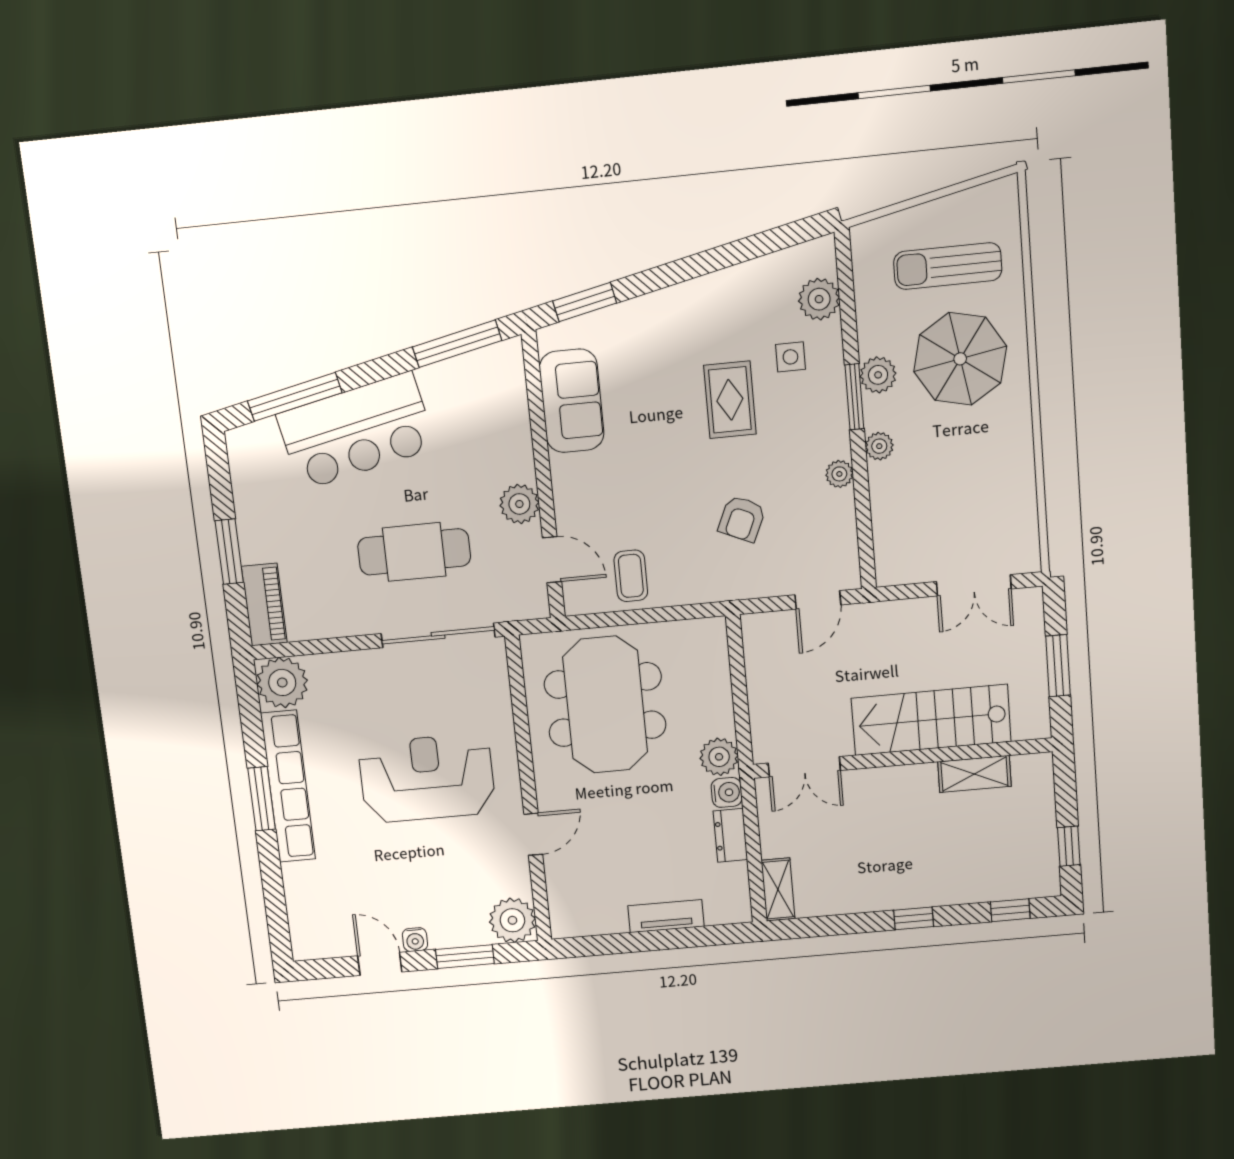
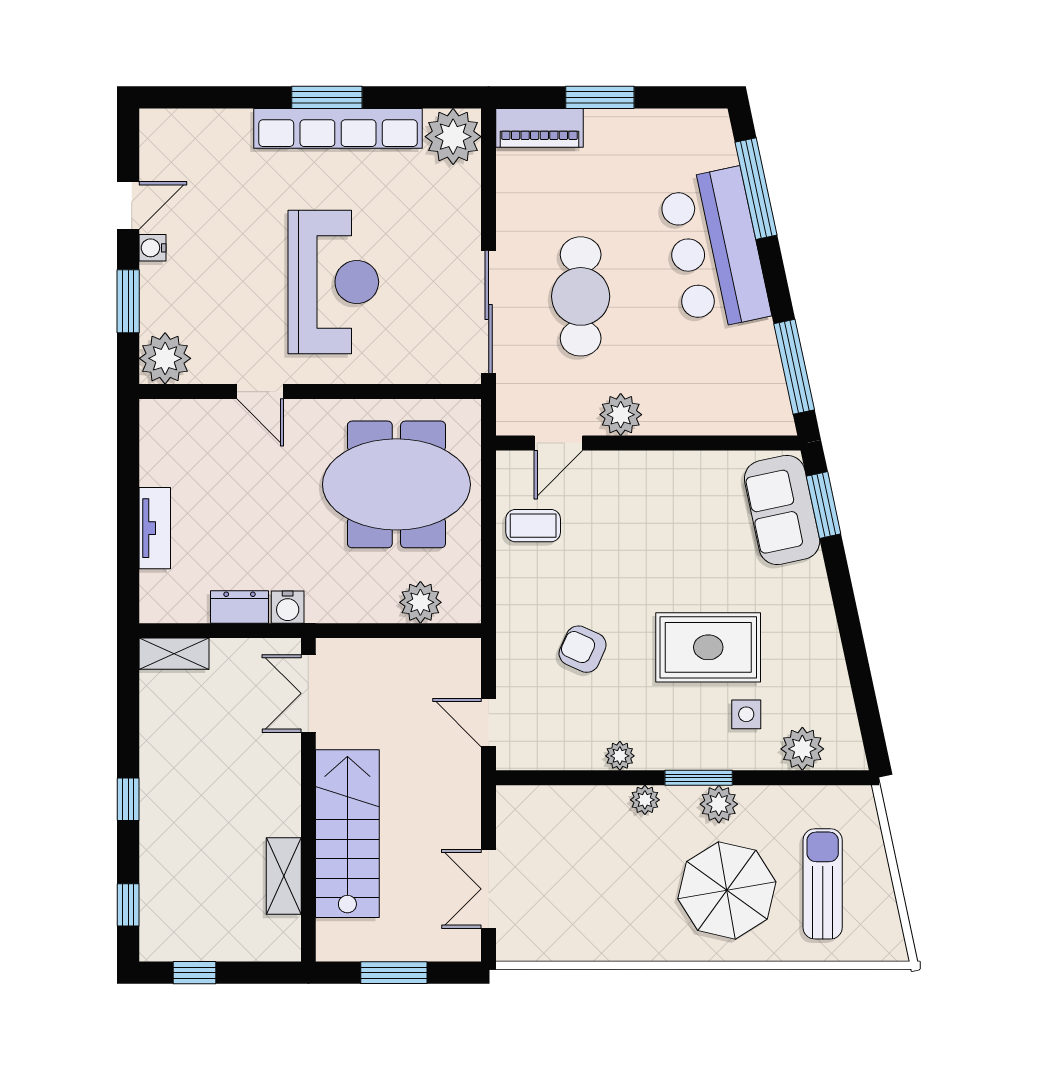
rug: (730, 400) -> (708, 647), width x1.36, depth x1.43
sofa: (572, 401) -> (782, 510), moved, turned 78
plant: (719, 757) -> (420, 602), moved

